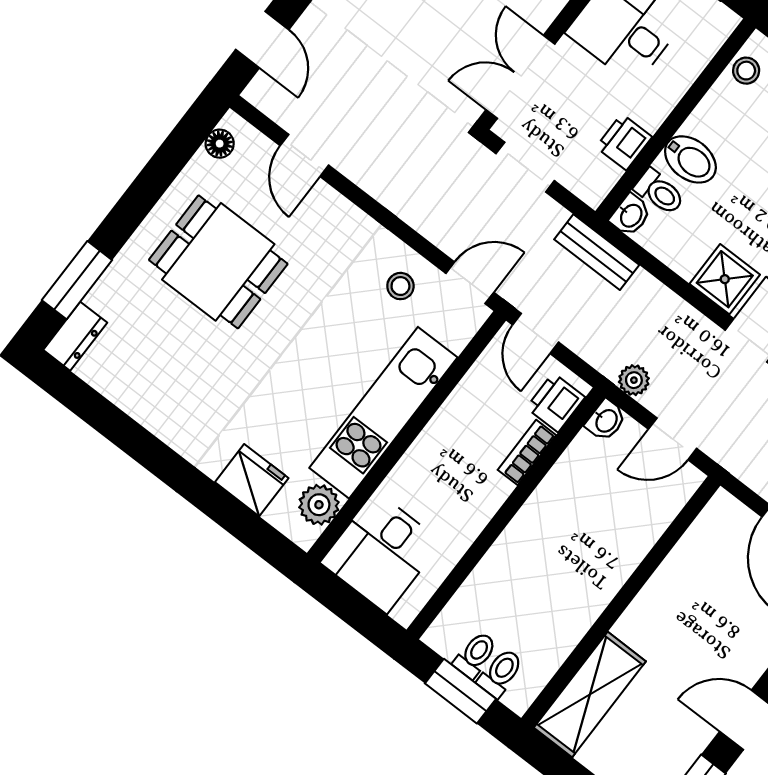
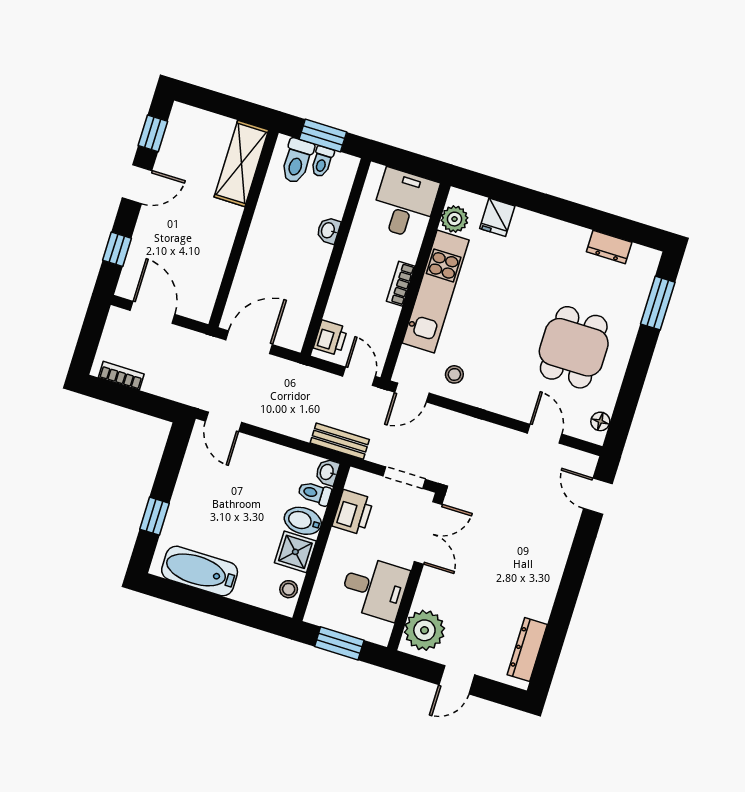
printer: (624, 142) -> (353, 512), width x1.36, depth x1.24
dining table: (218, 262) -> (574, 347), turned 90
shower: (725, 279) -> (295, 552), moved
dresser: (75, 336) -> (609, 247), moved, turned -90
plant: (634, 380) -> (287, 370), removed
washbasin: (606, 420) -> (328, 230), moved
door: (672, 439) -> (249, 342), width x1.38
bookcase: (527, 452) -> (401, 284), moved, turned 180
fridge: (252, 480) -> (497, 217), width x0.72
toilet: (500, 673) -> (297, 161), width x1.37, depth x1.39

